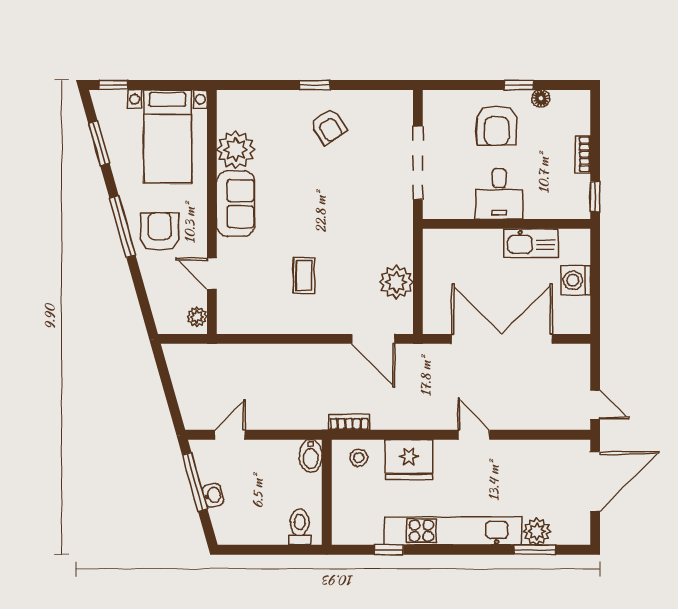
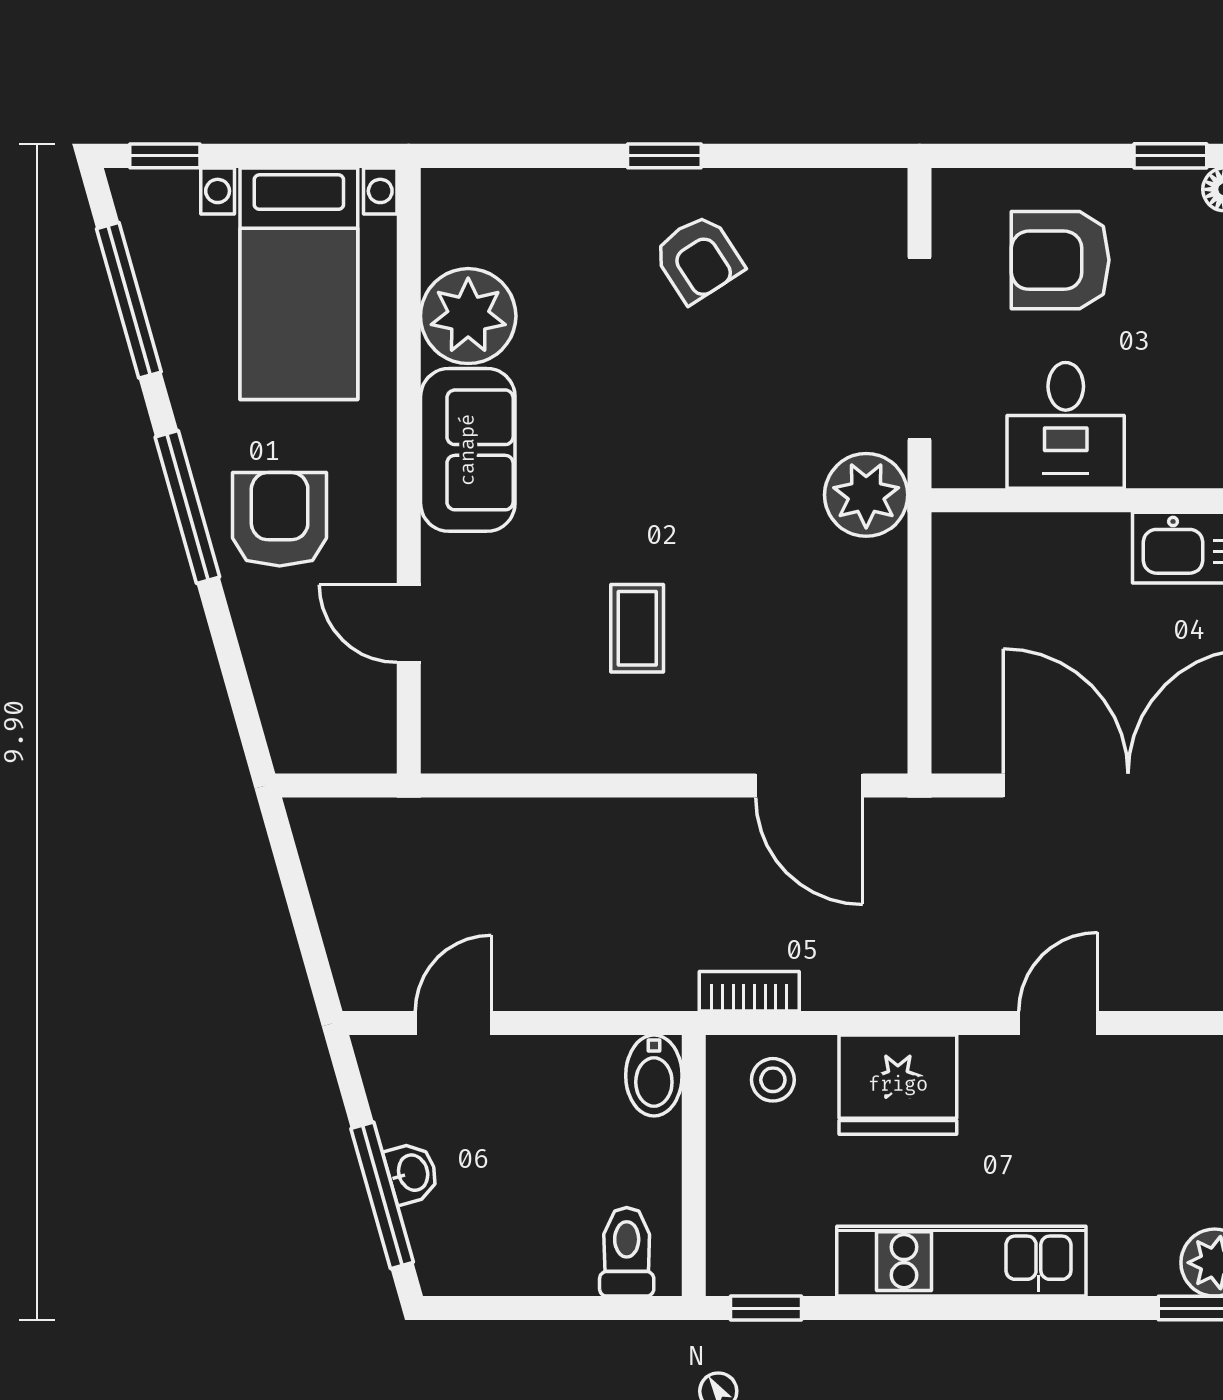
armchair: (497, 125) -> (1060, 260), moved, turned 90
window: (99, 143) -> (129, 300), width x1.44
desk: (499, 194) -> (1066, 425), moved
plant: (396, 282) -> (866, 495), moved
plant: (197, 317) -> (372, 730), removed
door: (474, 435) -> (1058, 1023), hinge flipped
window: (195, 482) -> (382, 1195), moved
kitchen unit: (453, 531) -> (961, 1261), width x0.73
window: (389, 550) -> (766, 1308), moved

